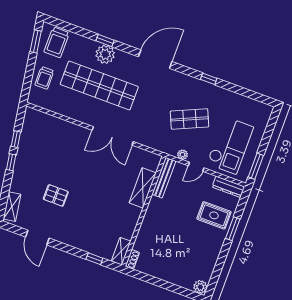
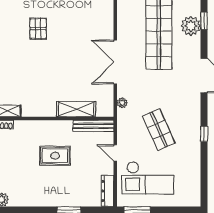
plant: (183, 155) -> (122, 103), moved
rug: (214, 215) -> (55, 156), moved, turned 90

